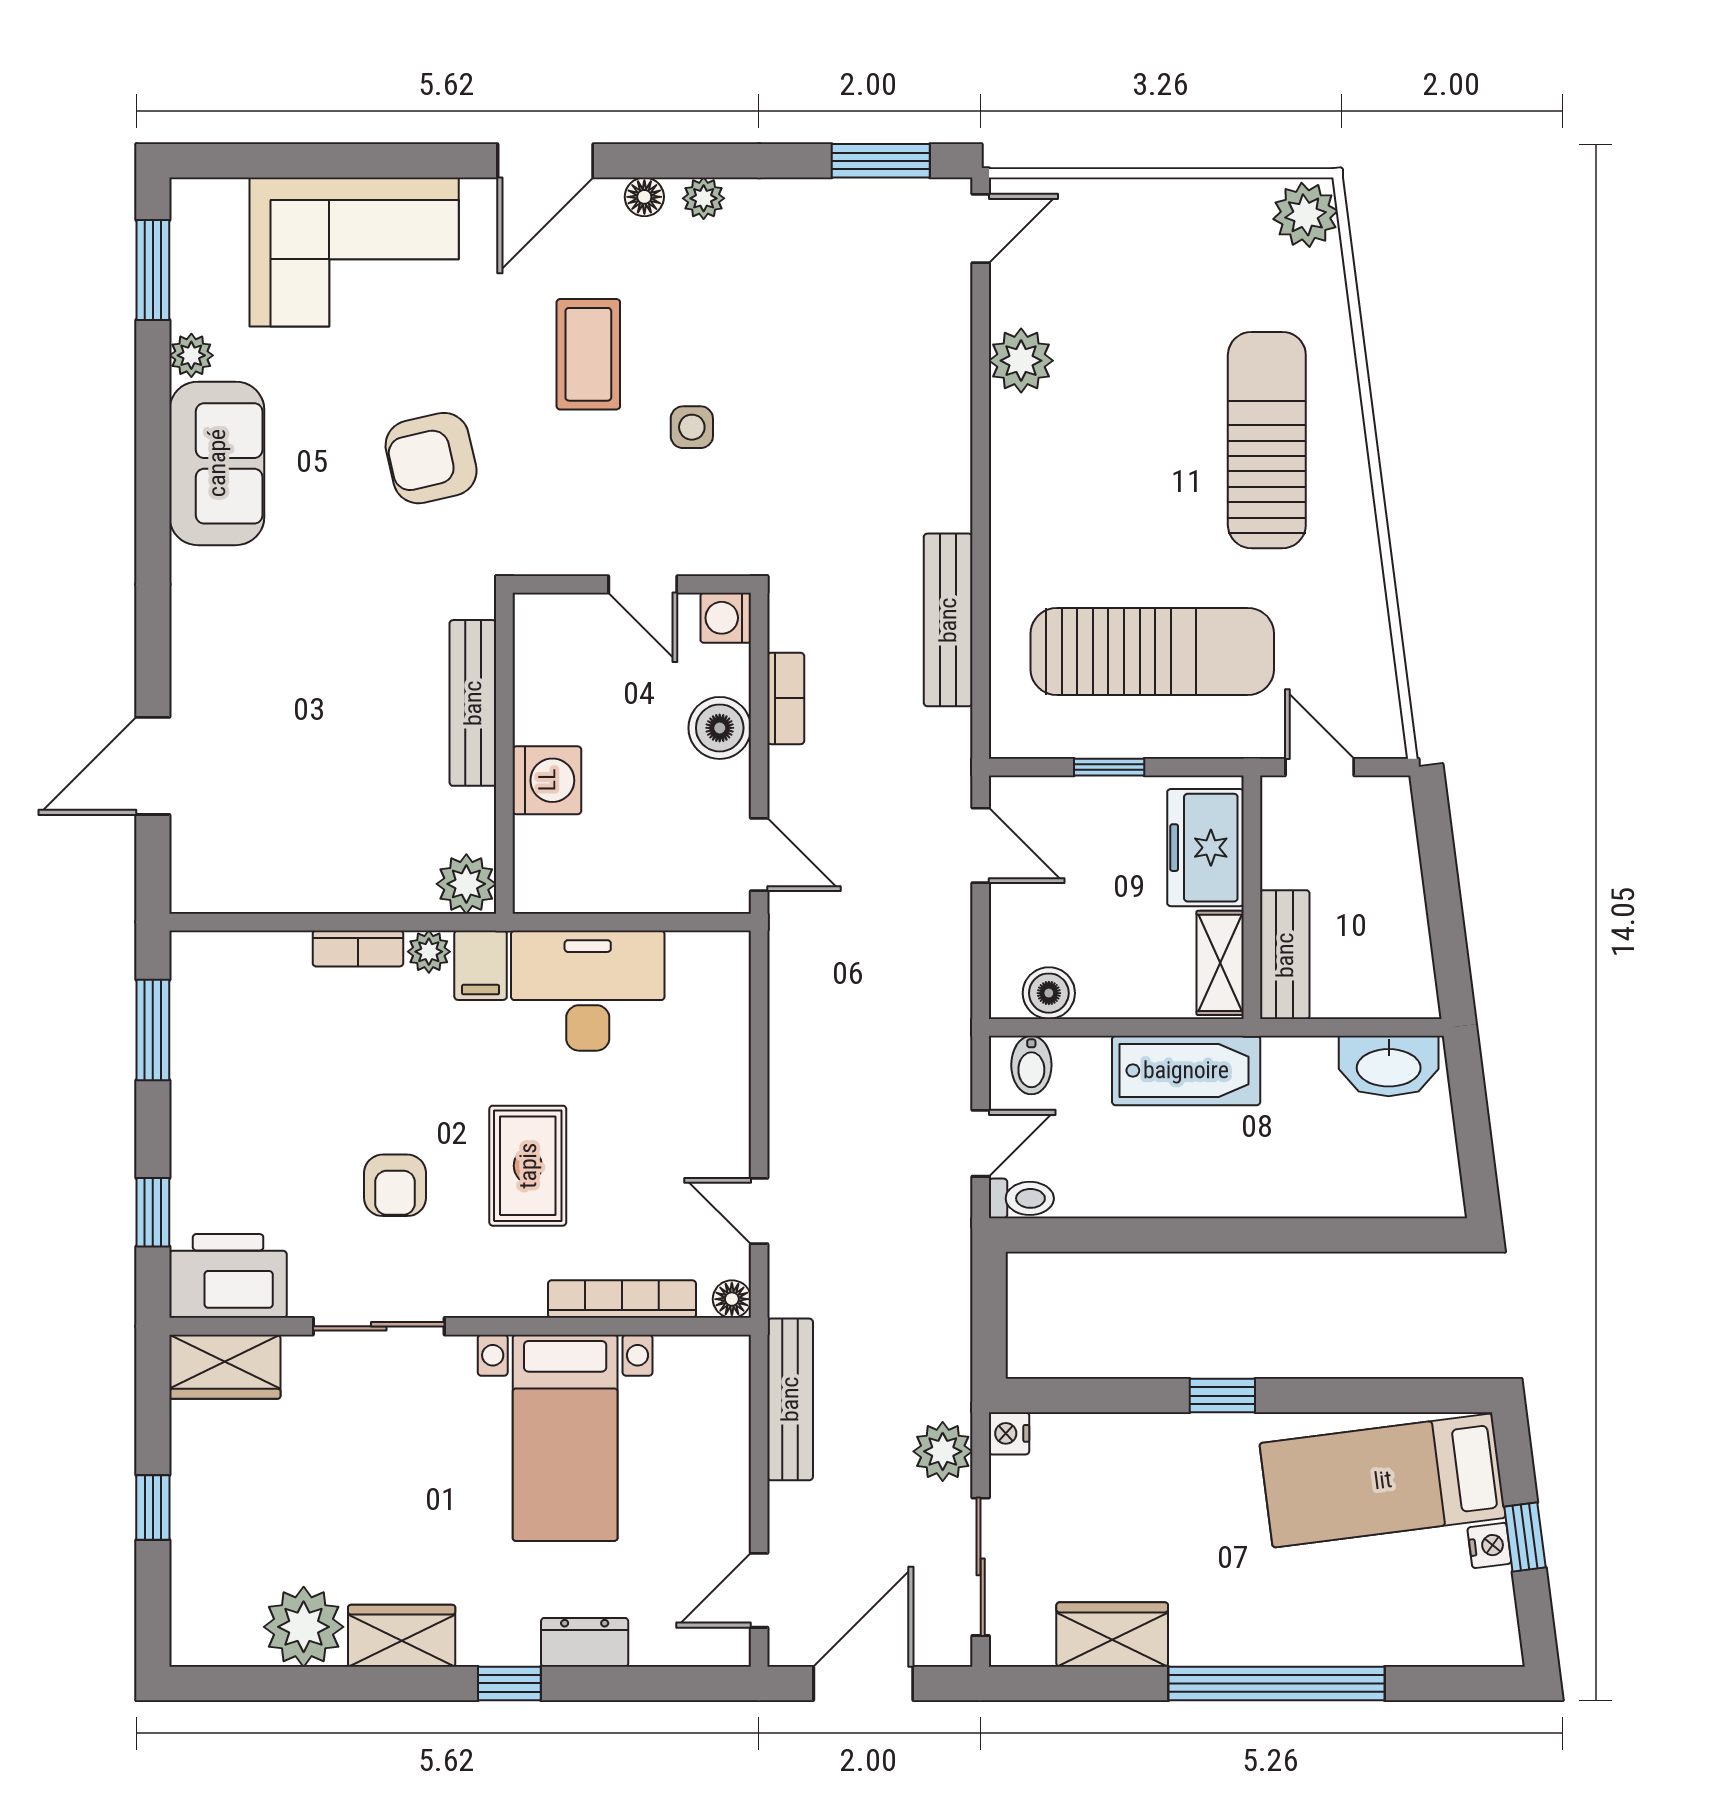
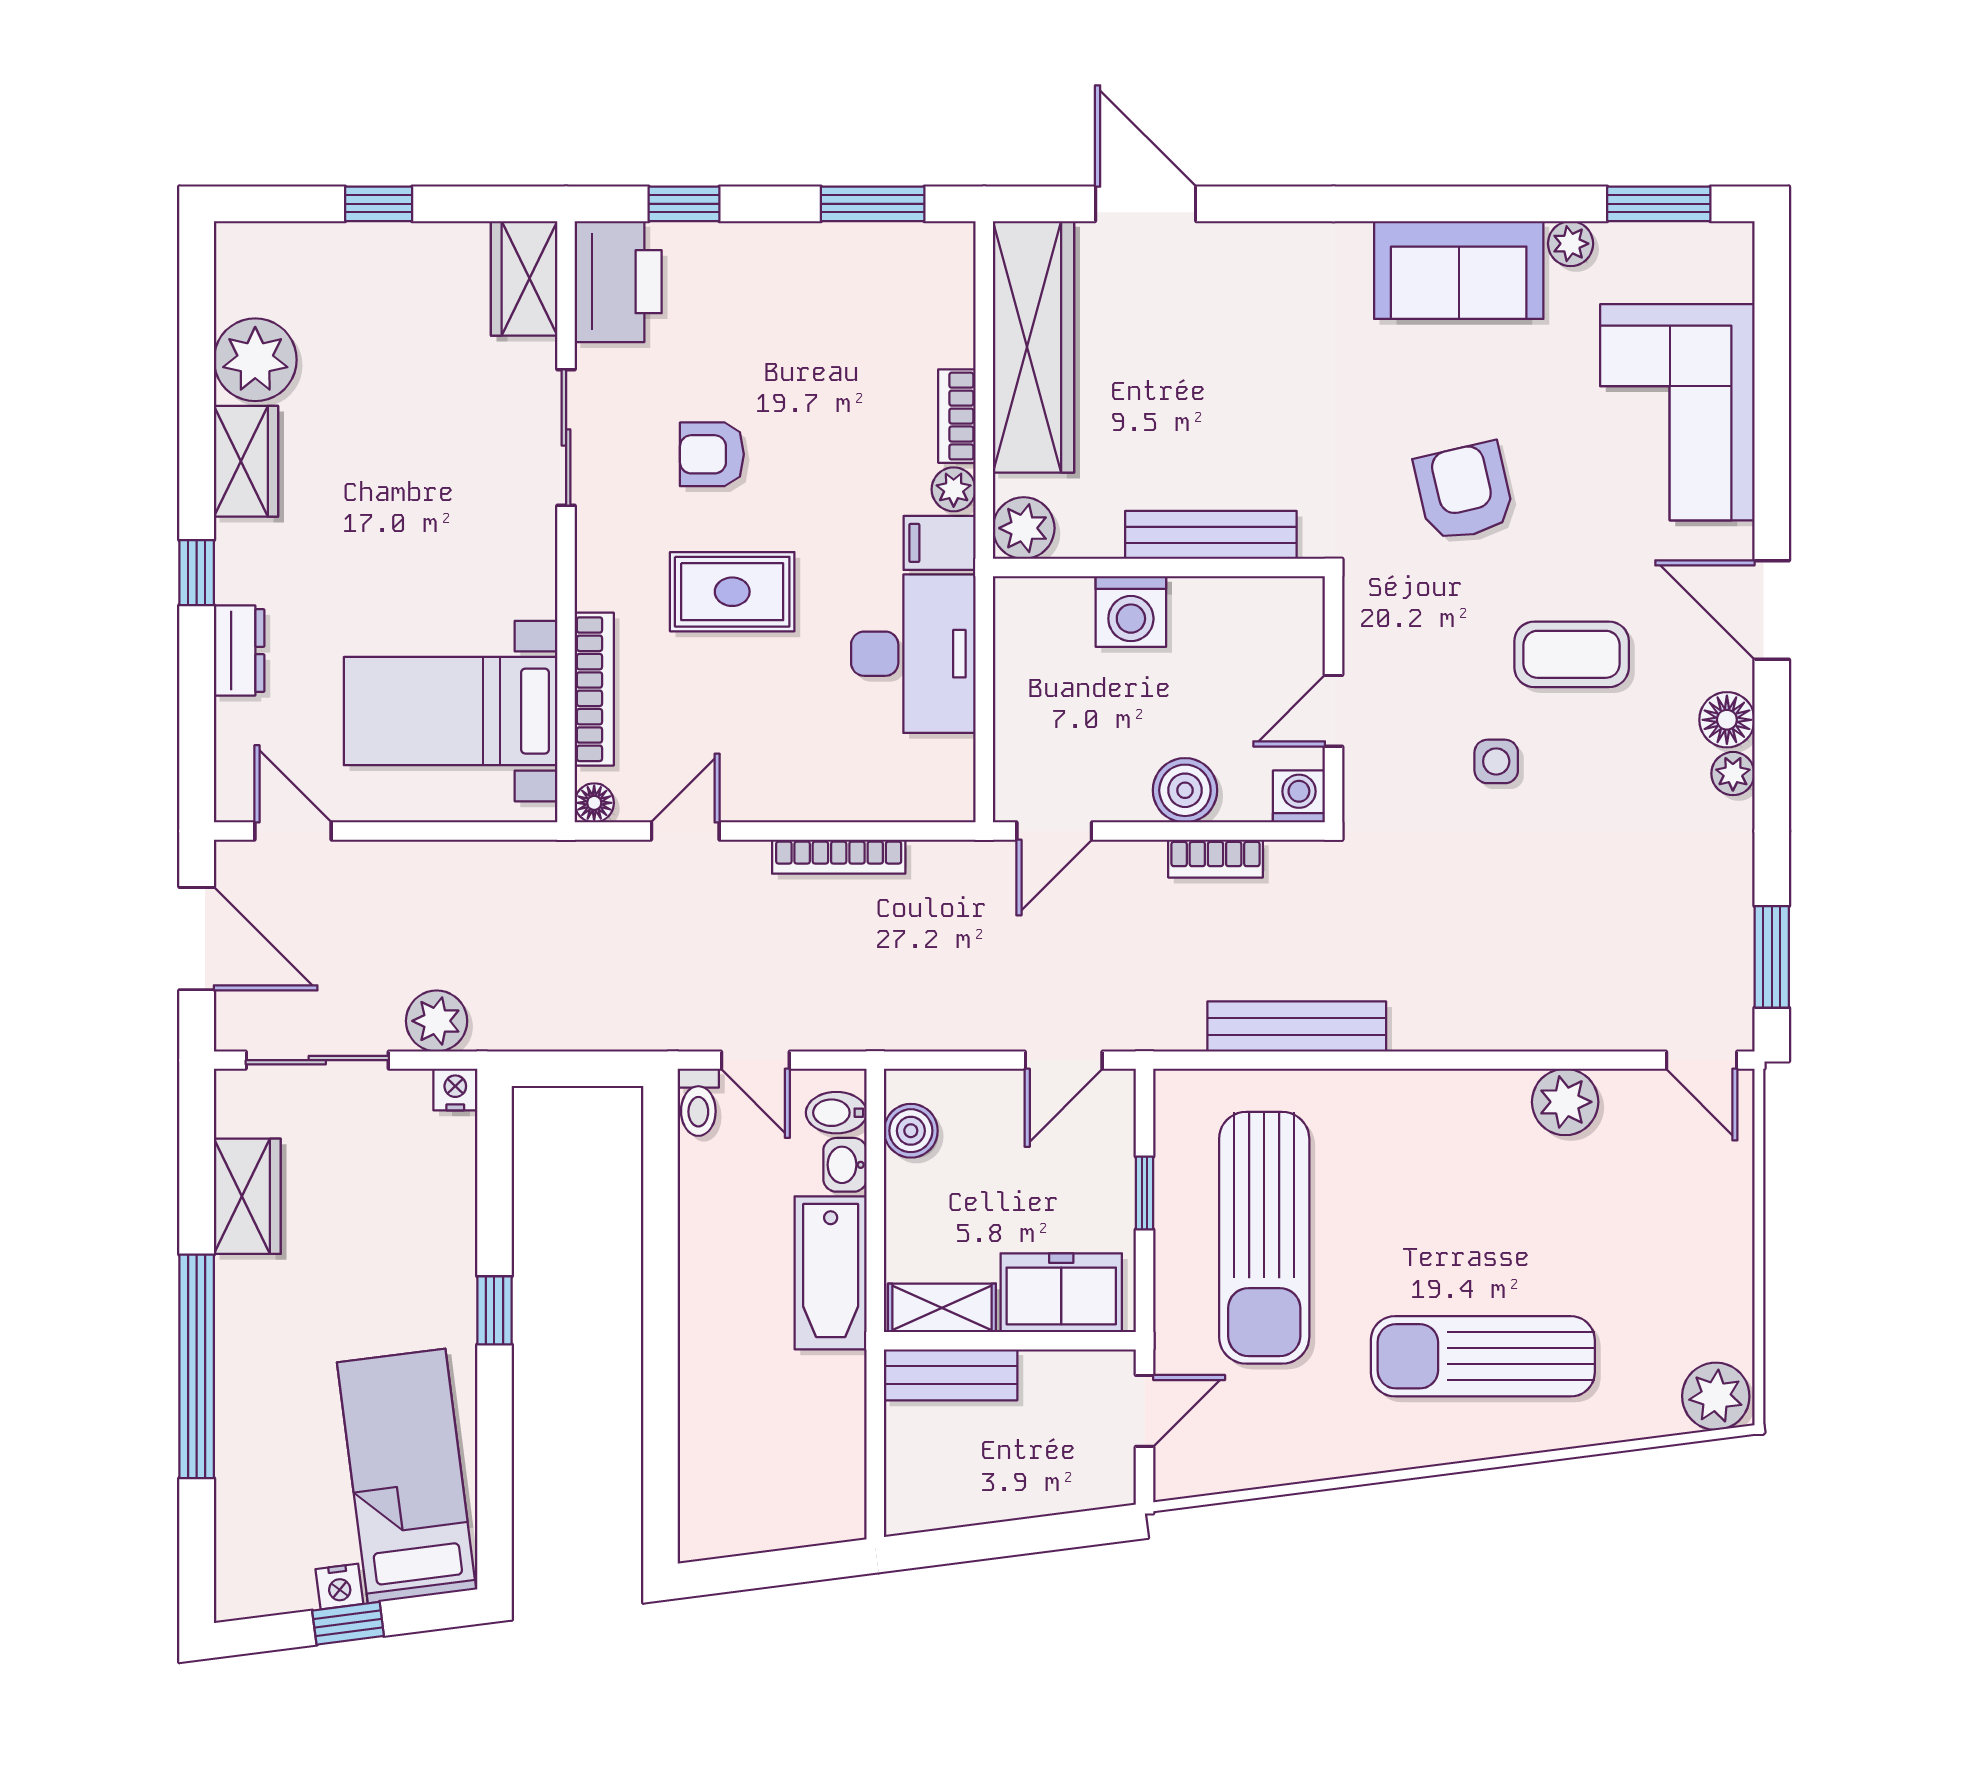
floor lamp: (644, 197) -> (1727, 720), width x1.37, depth x1.37
sun lounger: (1267, 440) -> (1483, 1356), turned 180
wardrobe: (291, 874) -> (1033, 347), added
bookcase: (784, 1063) -> (839, 857), added
washbasin: (1389, 1066) -> (845, 1165), moved, width x0.52, depth x0.69
bench: (790, 1399) -> (490, 863), removed
bed with nightstands: (565, 1438) -> (451, 711), moved

